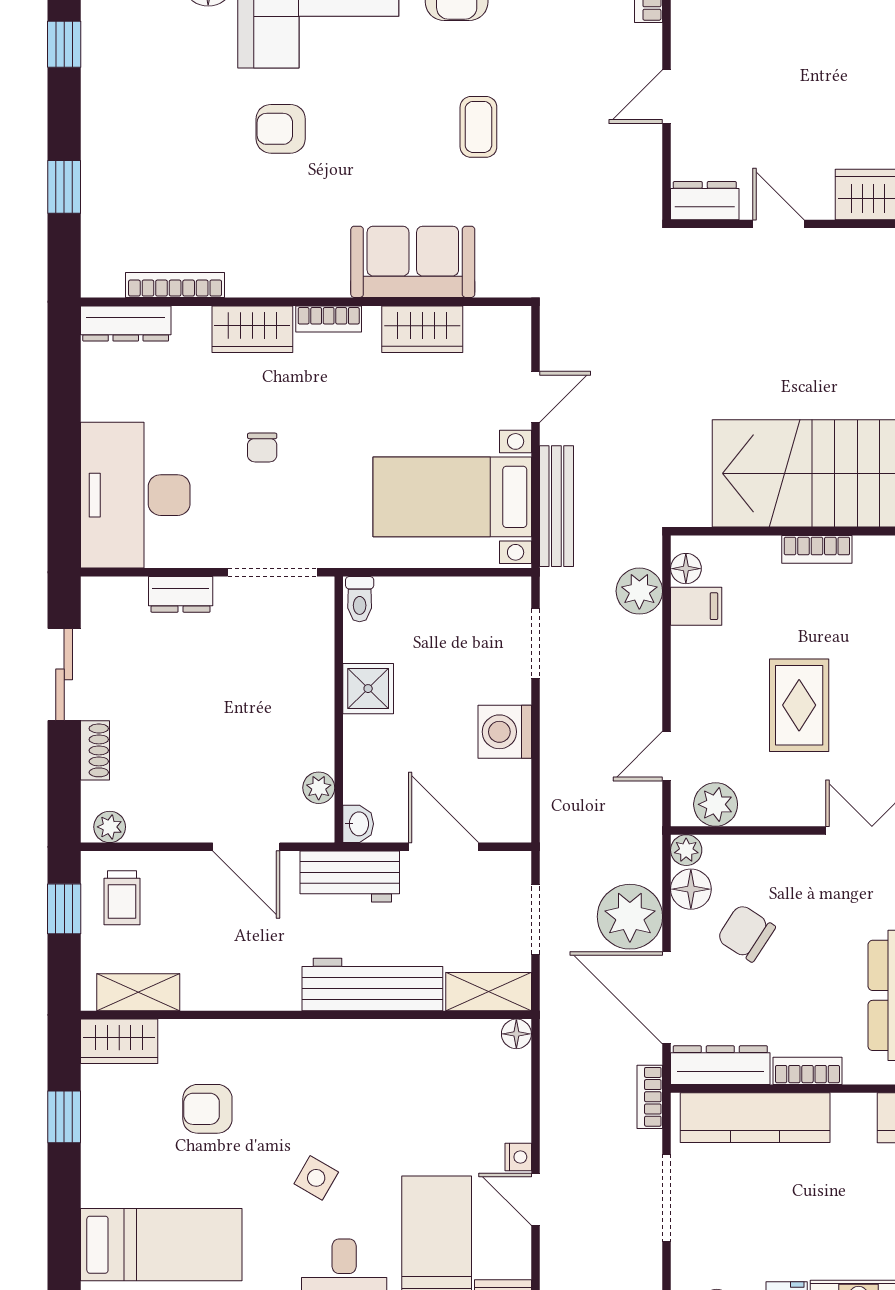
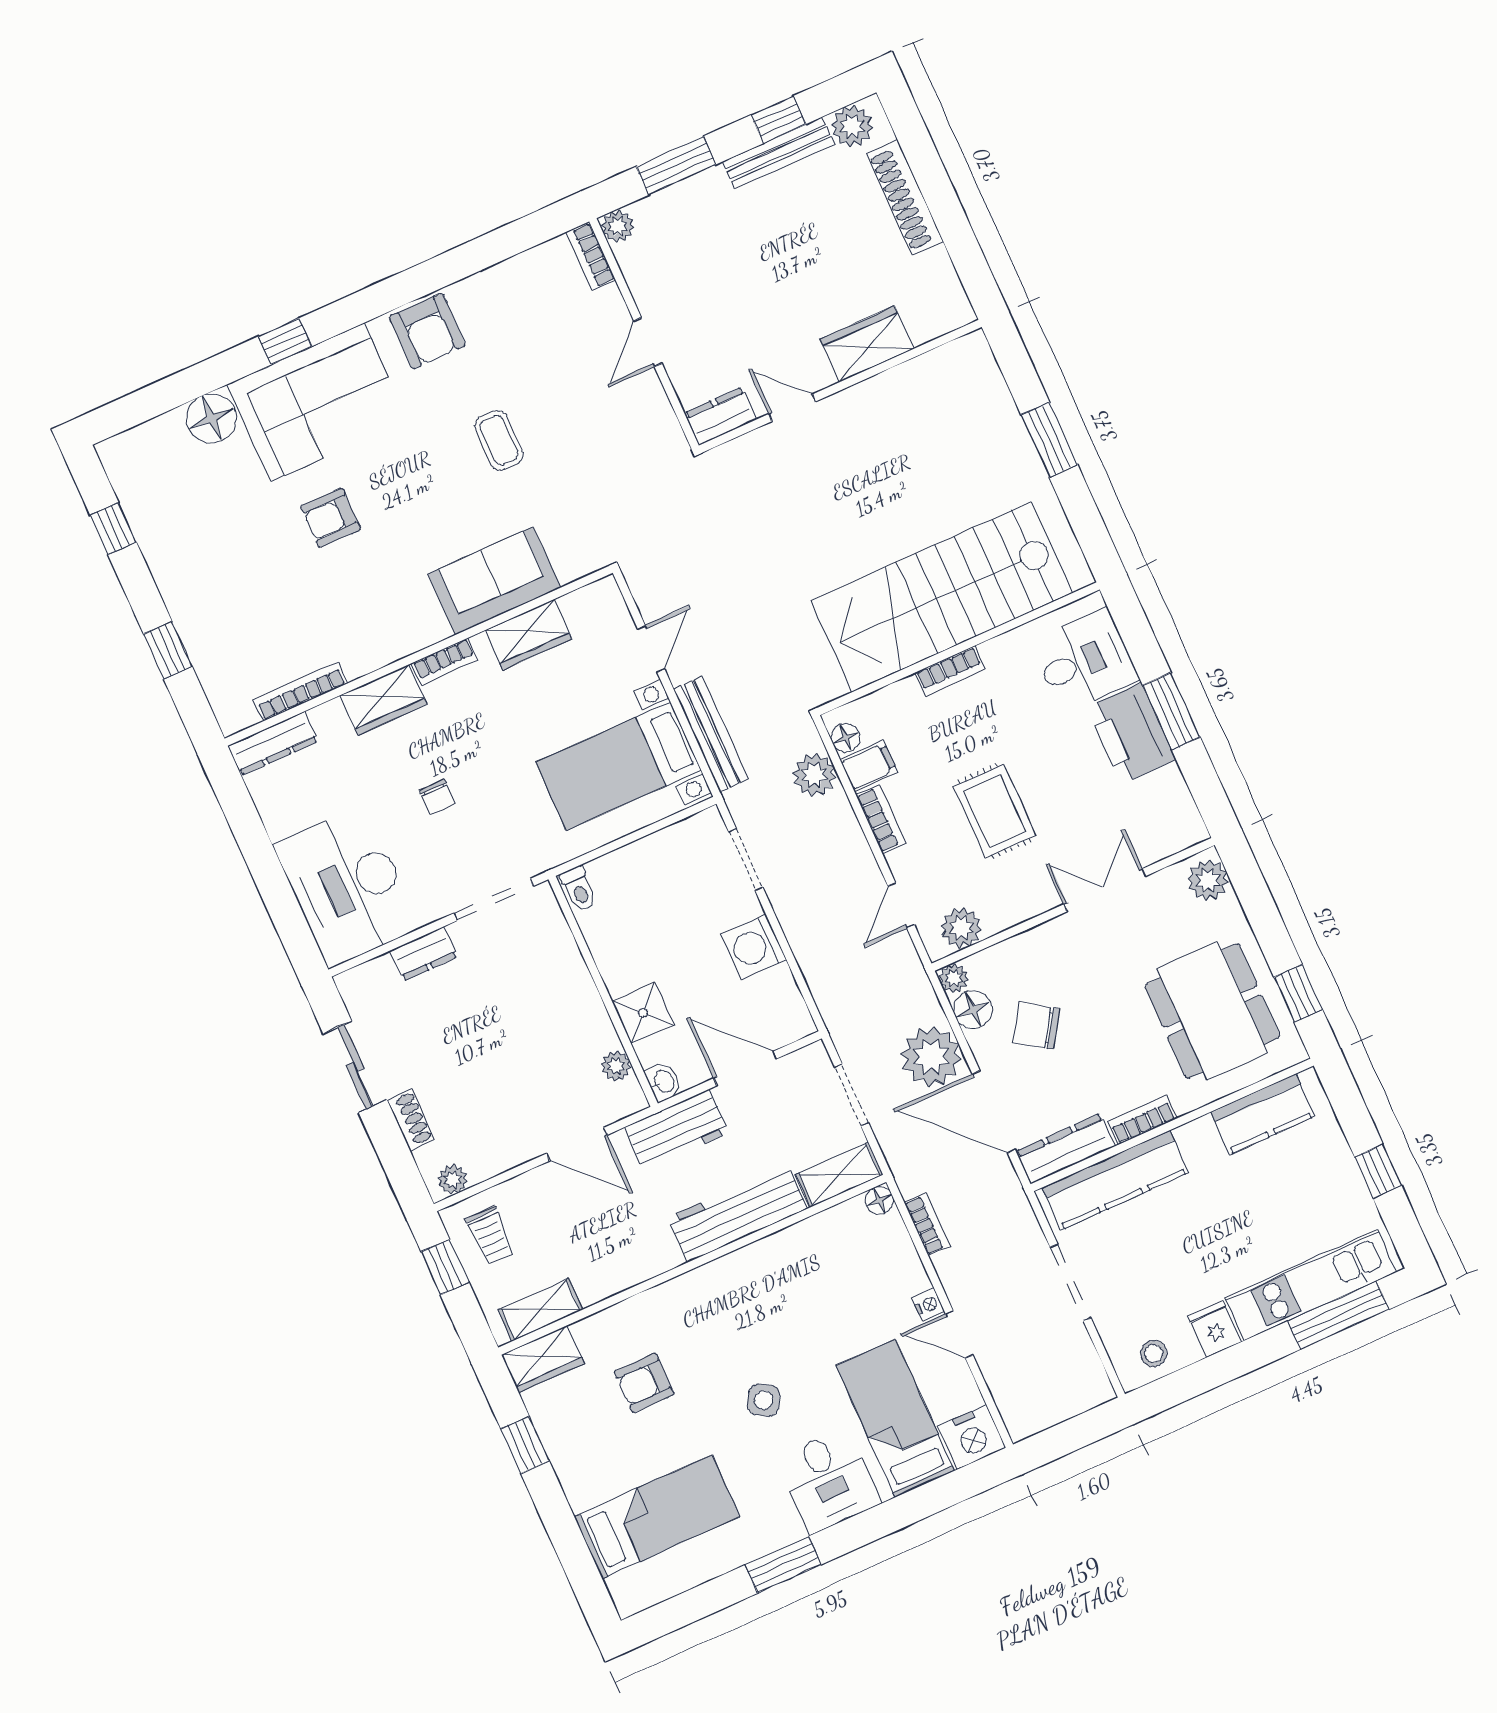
bookcase: (684, 663) -> (881, 819), added
shower: (368, 689) -> (643, 1013), moved
bookcase: (650, 1097) -> (927, 1224), moved, turned 180

